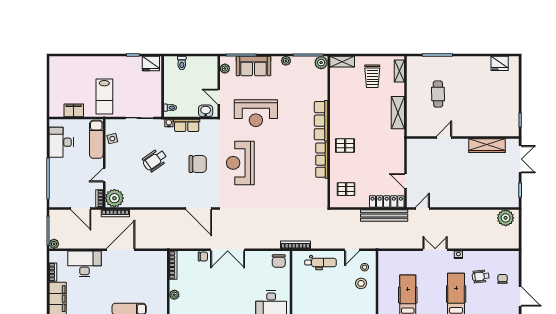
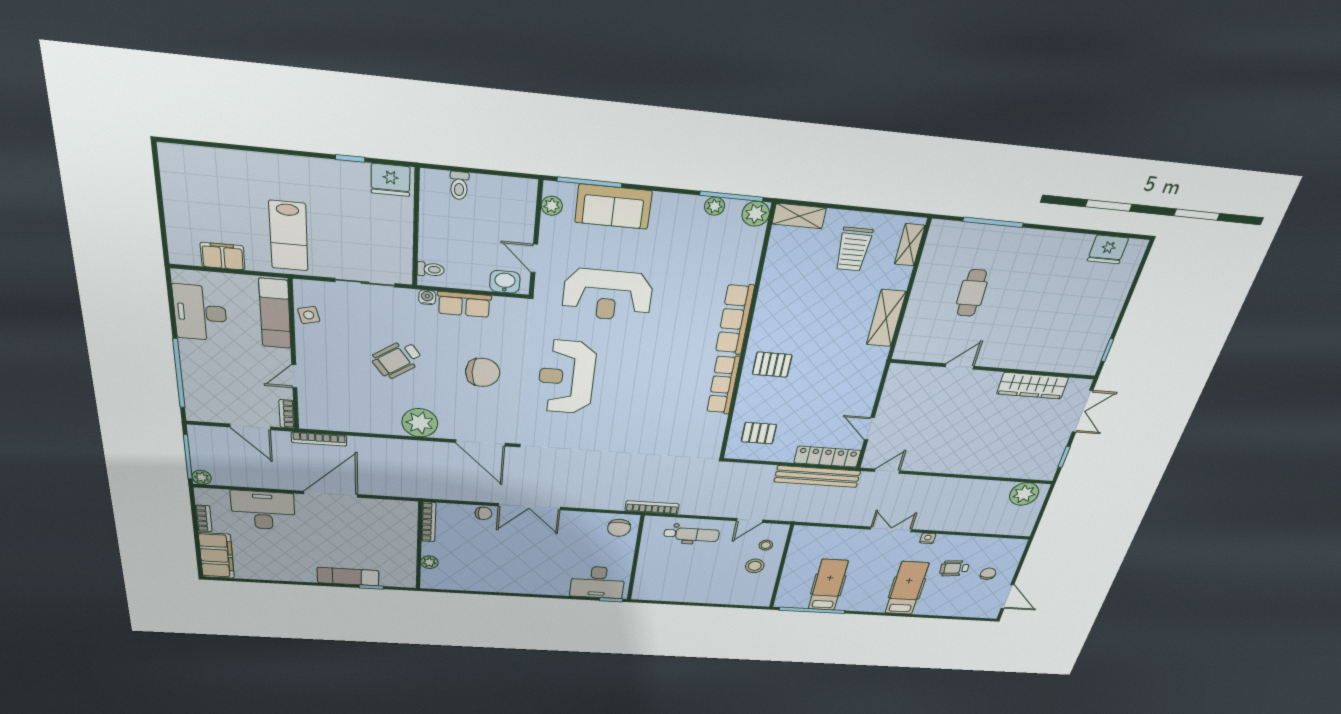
plant: (286, 61) -> (715, 206), moved
plant: (114, 198) -> (420, 423), moved

